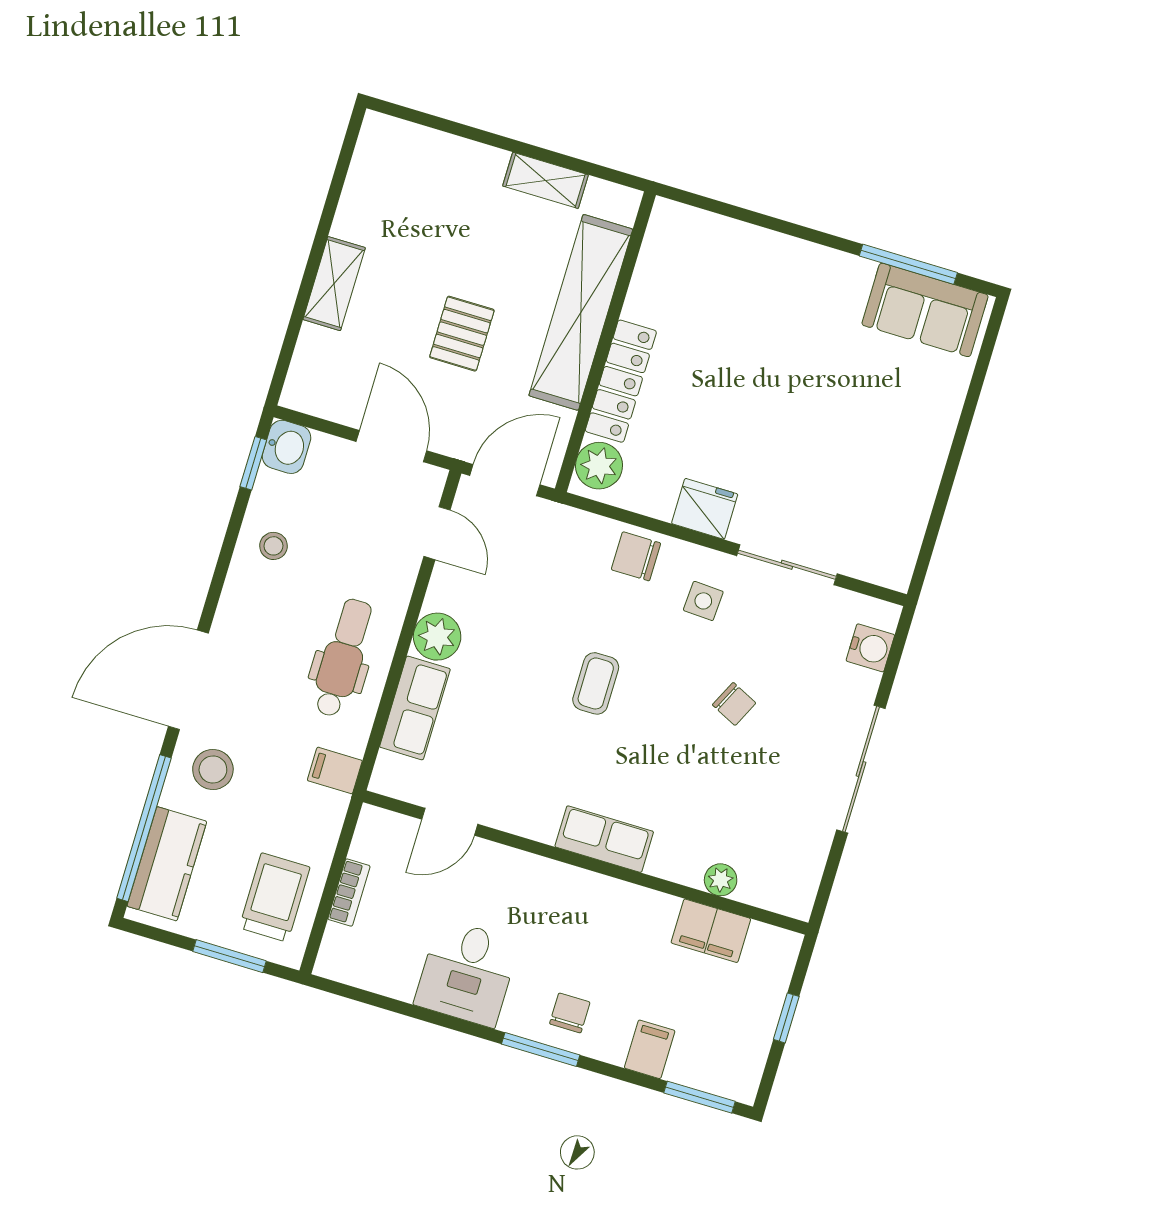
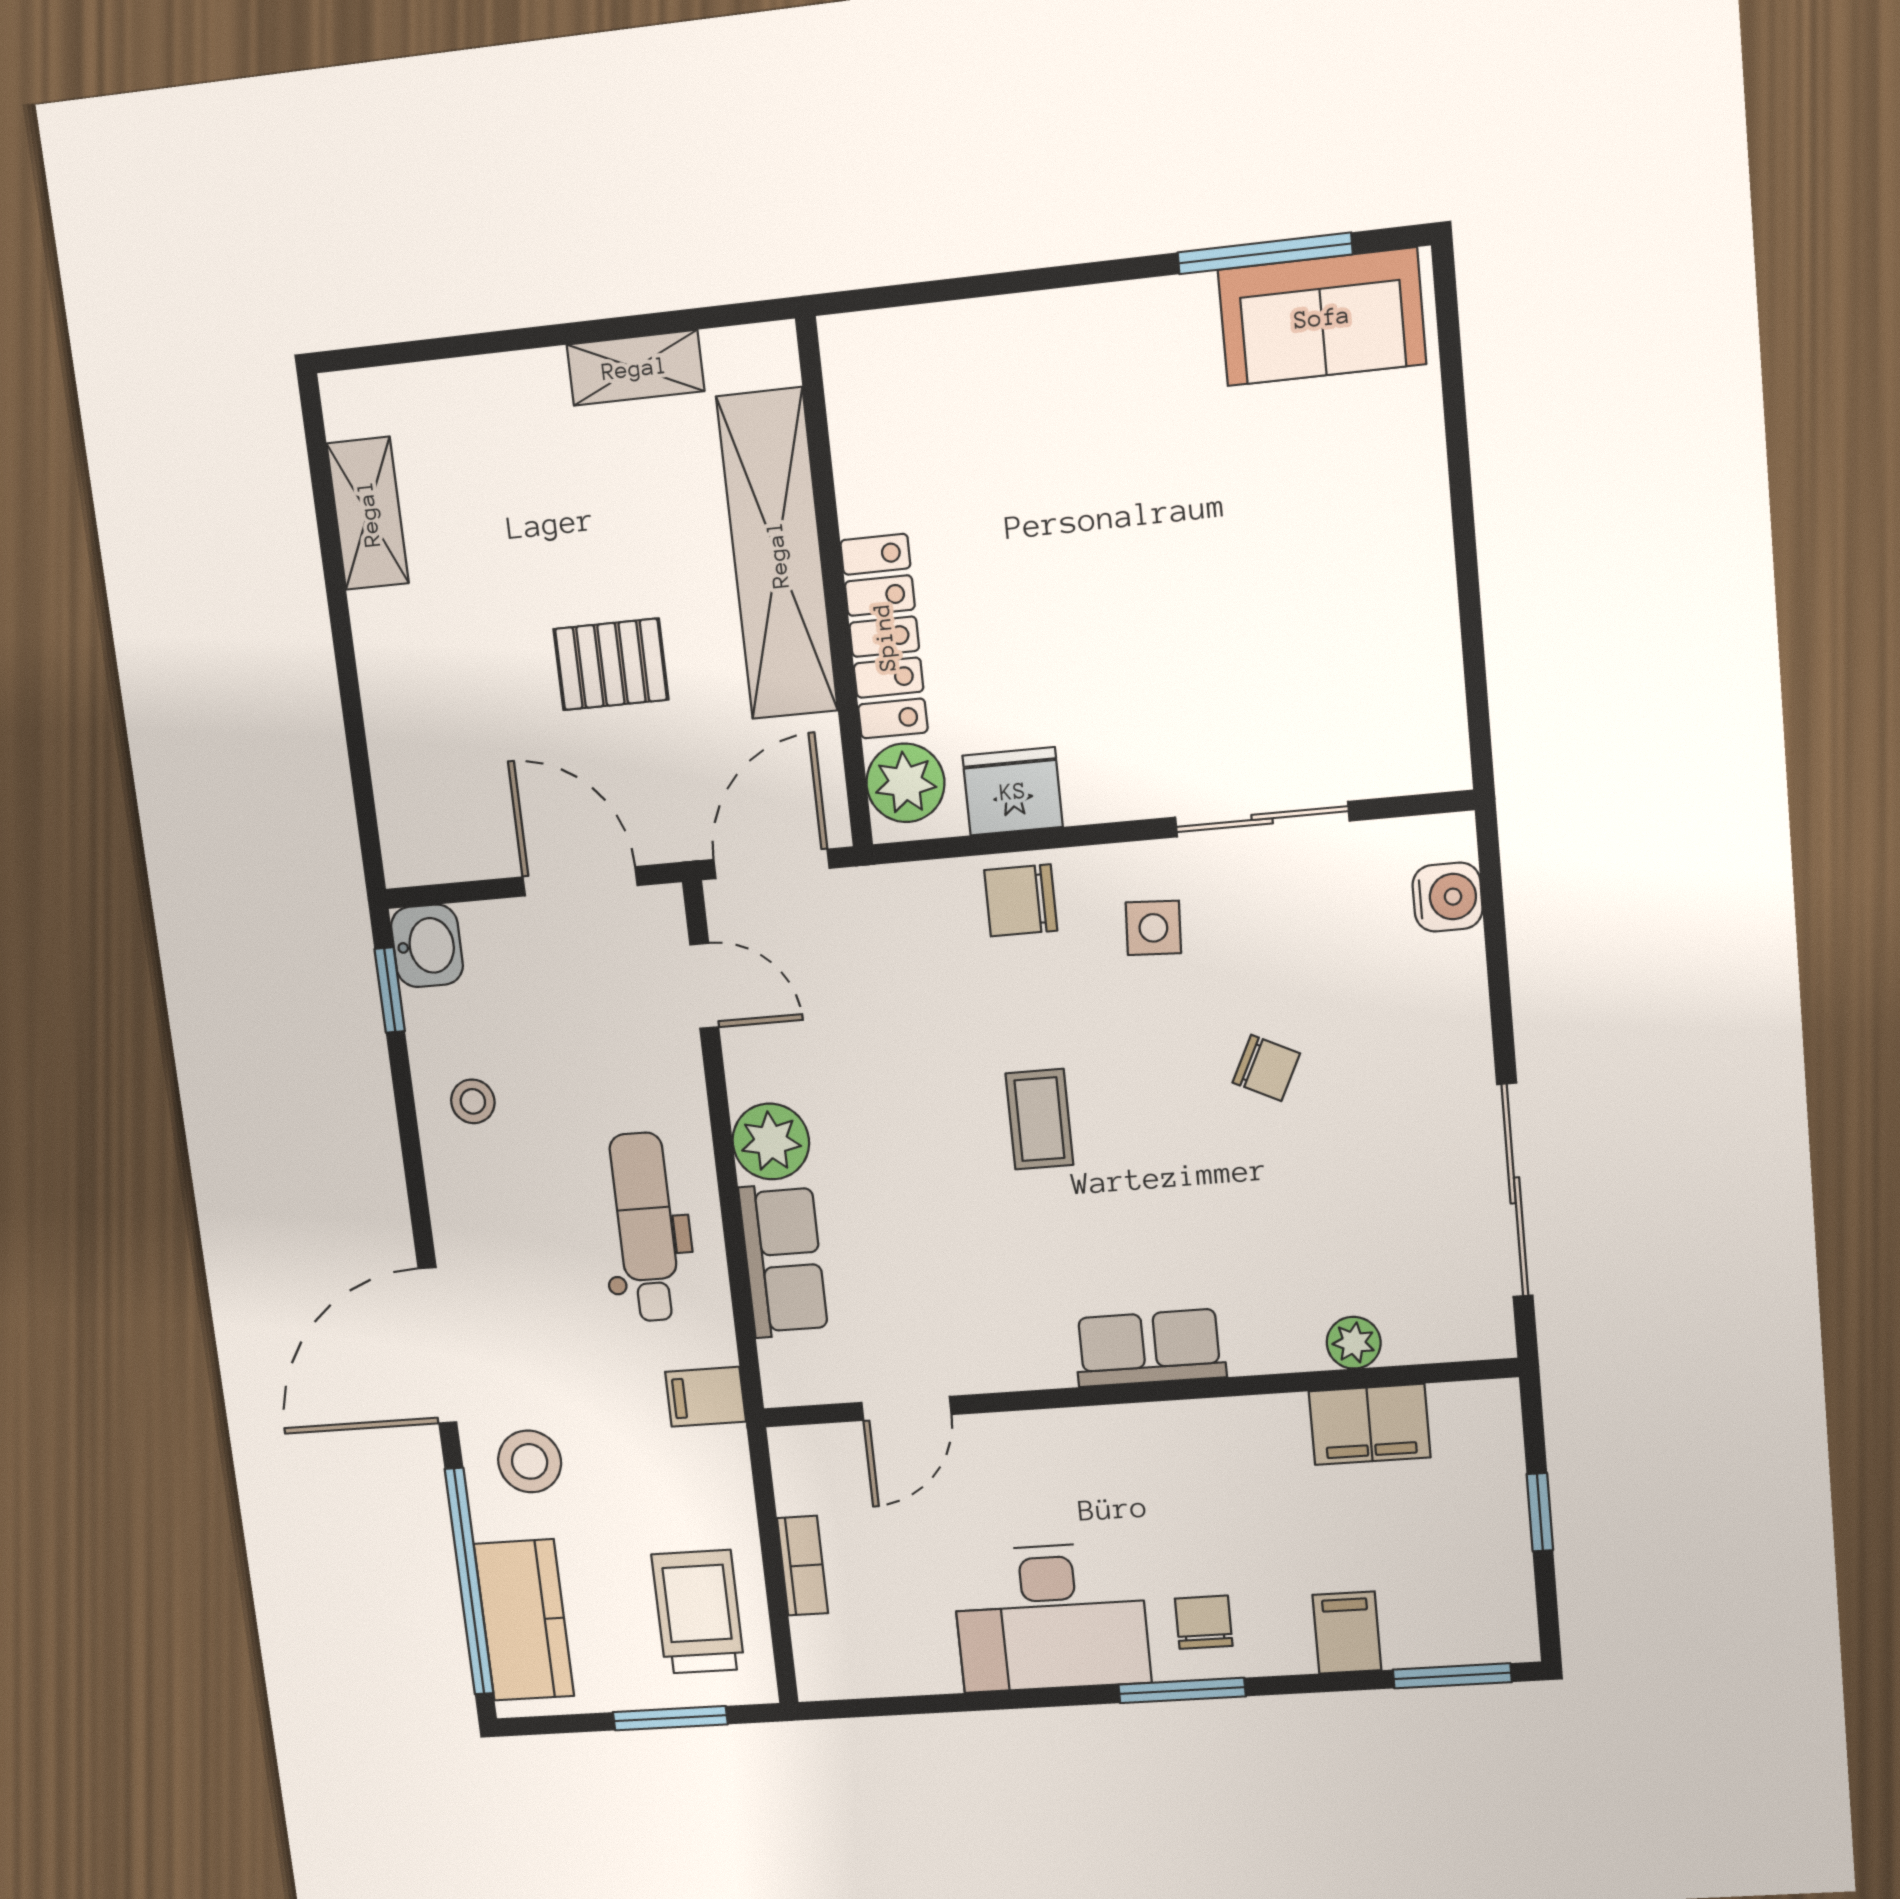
shelving: (334, 284) -> (368, 513), moved
pallet: (462, 334) -> (611, 664), turned 90
fridge: (705, 509) -> (1013, 791), moved
sliding door: (861, 769) -> (1515, 1190), moved
desk: (467, 973) -> (1051, 1617), width x1.37

